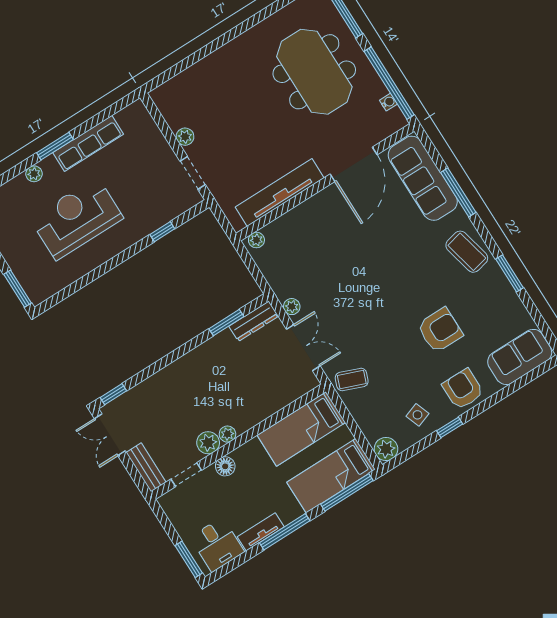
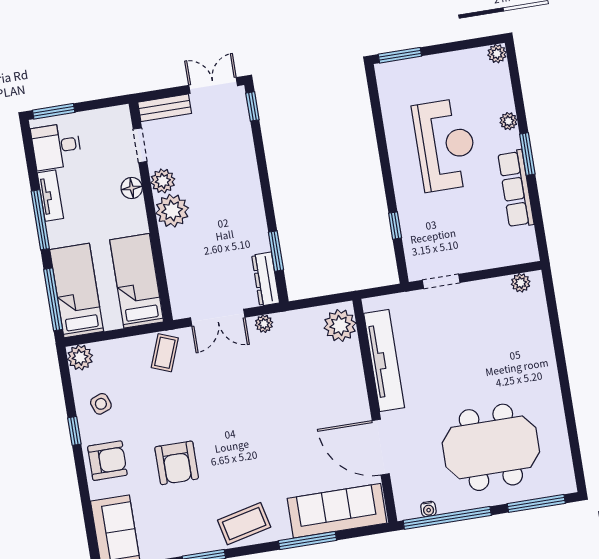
plant: (185, 137) -> (521, 283), moved
plant: (256, 240) -> (340, 325), width x1.88, depth x1.88
plant: (227, 434) -> (172, 211), width x1.87, depth x1.87

